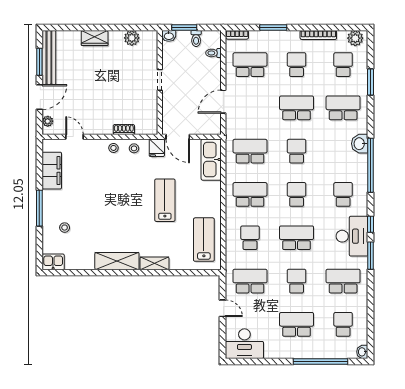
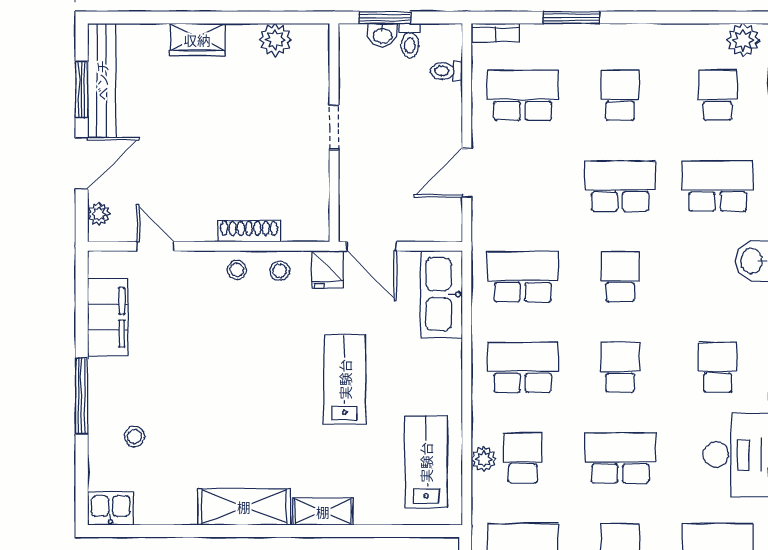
bookcase: (318, 35) -> (666, 33), removed
washbasin: (169, 36) -> (383, 35), moved
shoe rack: (124, 129) -> (249, 231), width x1.43
plant: (231, 238) -> (484, 459), added

